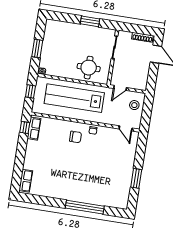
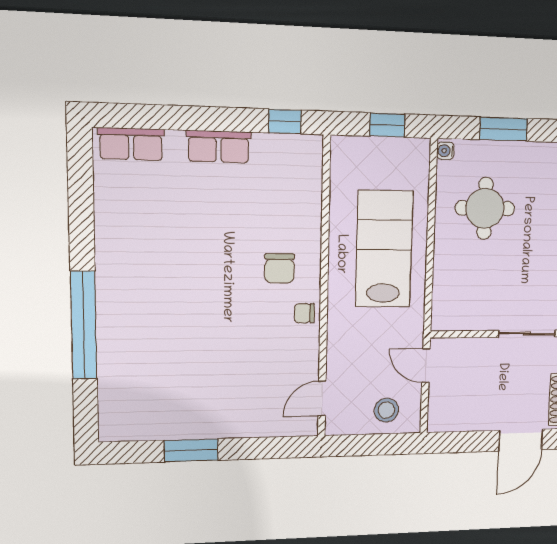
round table: (89, 68) -> (485, 208), moved
lab bench: (74, 98) -> (384, 249), width x0.73
row of seats: (34, 129) -> (219, 147), moved

